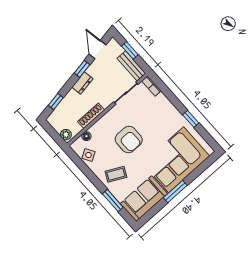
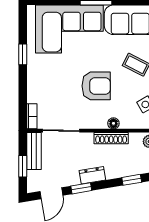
floor lamp: (86, 136) -> (113, 123), moved
armchair: (129, 139) -> (96, 86), turned 90

